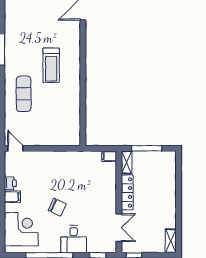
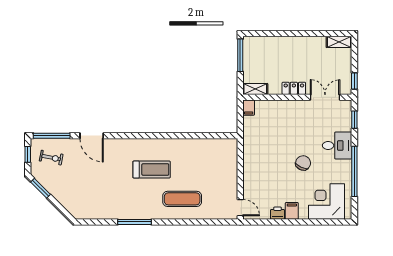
door: (15, 148) -> (240, 208), swing flipped
window: (147, 148) -> (240, 55), moved
locker: (127, 192) -> (294, 88), width x0.66

